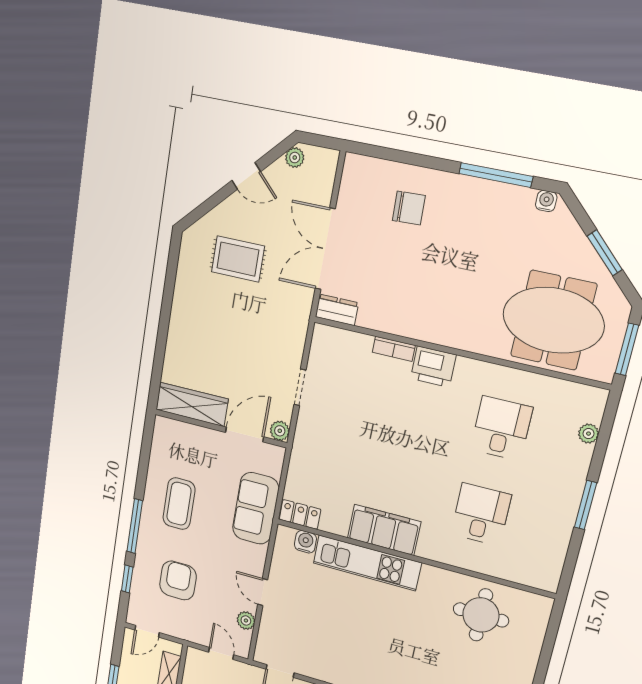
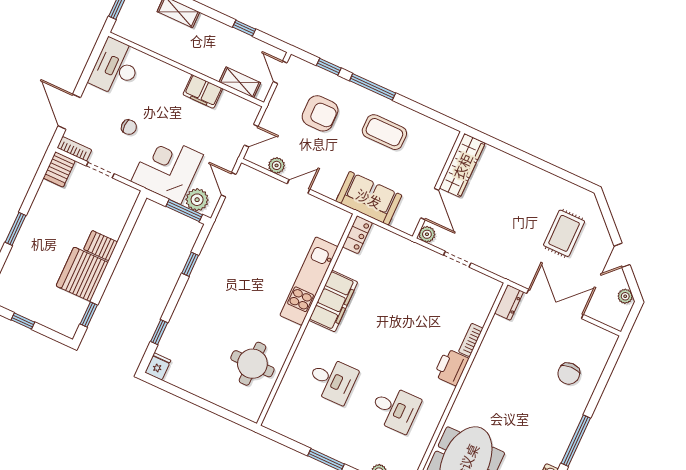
water cooler: (305, 542) -> (334, 234), removed

